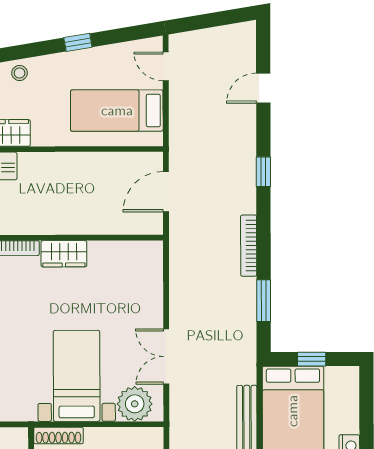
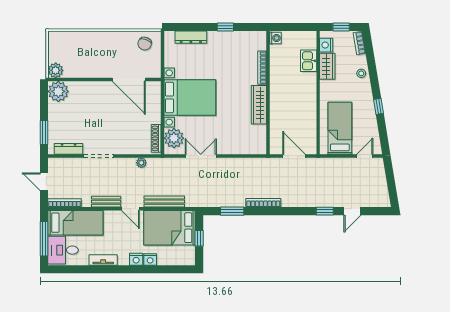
door: (263, 88) -> (352, 211), swing flipped
window: (263, 172) -> (325, 211), moved
wardrobe: (64, 254) -> (259, 105), width x1.50
bed with nightstands: (77, 376) -> (190, 97), width x1.36
shoe rack: (59, 436) -> (156, 138), moved

